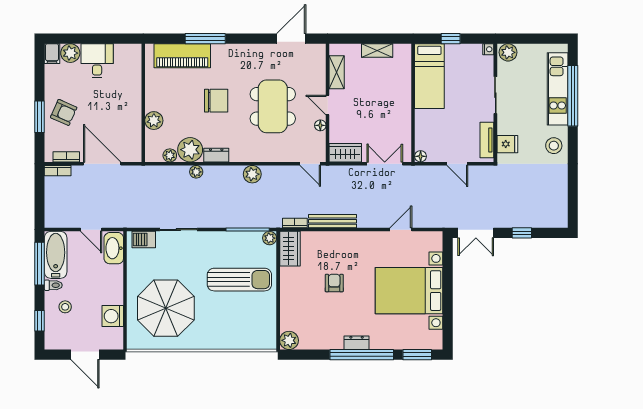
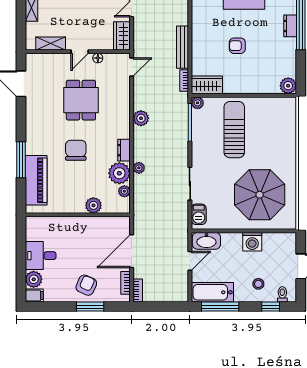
dining table: (273, 106) -> (81, 100), width x0.73
toilet: (53, 285) -> (282, 294), moved
washing machine: (113, 316) -> (252, 242), moved

